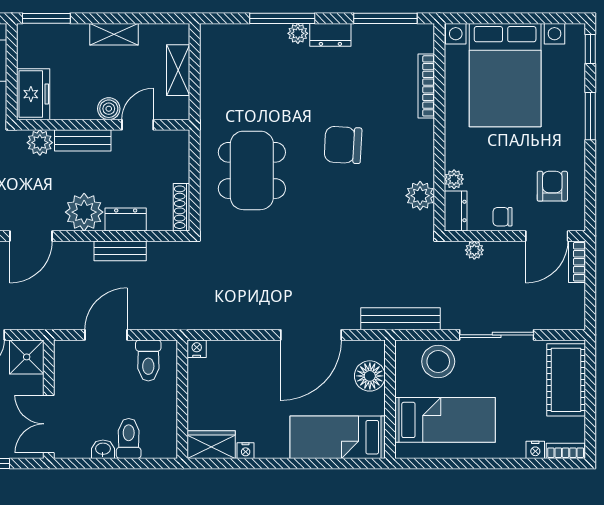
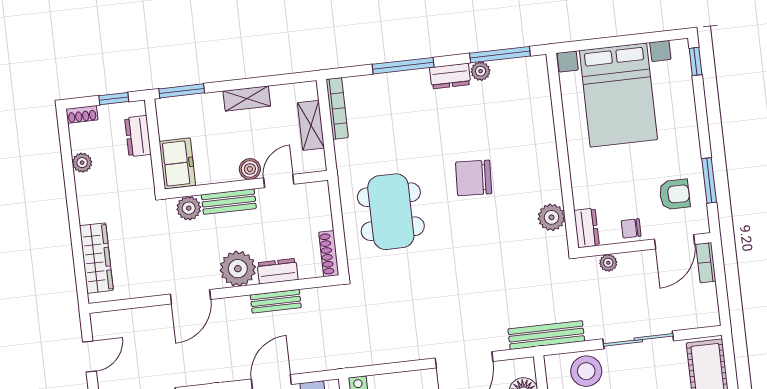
plant: (298, 33) -> (481, 71), moved
bookcase: (426, 86) -> (337, 108), moved, turned 180
window: (590, 116) -> (709, 180), moved
plant: (454, 179) -> (582, 198), removed
armchair: (552, 186) -> (675, 194), turned 90

